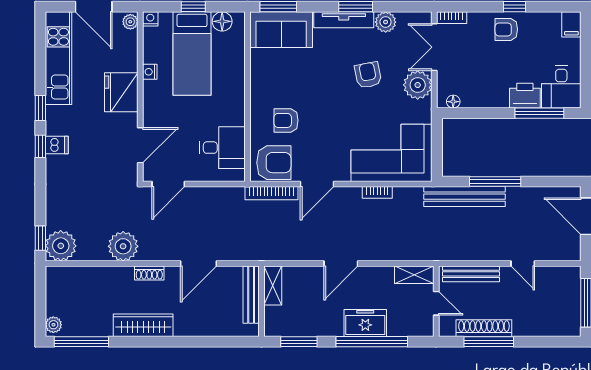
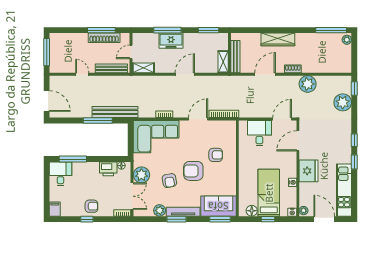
printer: (525, 96) -> (108, 169), moved
dishwasher: (57, 145) -> (345, 141), removed
desk: (223, 148) -> (259, 133), moved, turned 90
armchair: (274, 163) -> (193, 171), moved
plant: (61, 246) -> (343, 102), moved
door: (436, 303) -> (131, 52), hinge flipped
wardrobe: (143, 325) -> (278, 39), moved
window: (372, 342) -> (167, 30), width x0.68

